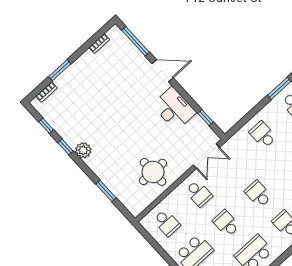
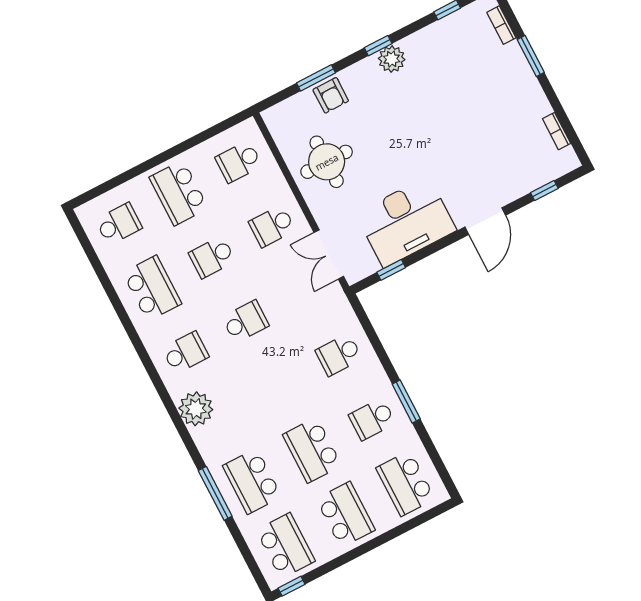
window: (136, 41) -> (544, 190), width x0.46
desk: (174, 109) -> (406, 222), width x1.36, depth x1.30
school desk: (263, 135) -> (339, 355), turned 180
window: (66, 147) -> (378, 46), moved
armchair: (114, 180) -> (331, 95), added
school desk: (226, 223) -> (212, 257), turned 180

